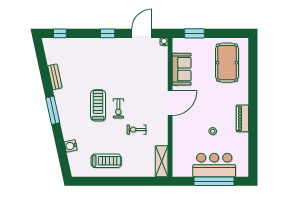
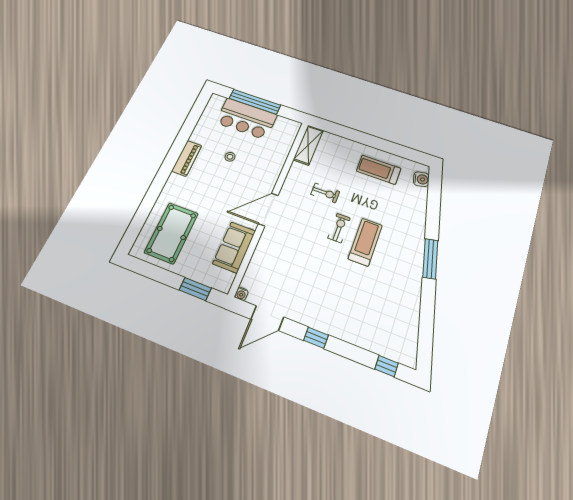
bench: (55, 77) -> (414, 304), removed
treadmill: (98, 105) -> (365, 242), turned 180
water cooler: (71, 146) -> (421, 179), moved

